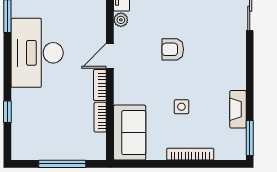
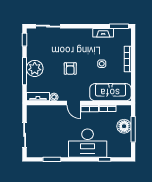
desk: (37, 53) -> (88, 143), moved
sofa: (130, 133) -> (110, 92), width x1.36
floor lamp: (68, 147) -> (124, 126), added

